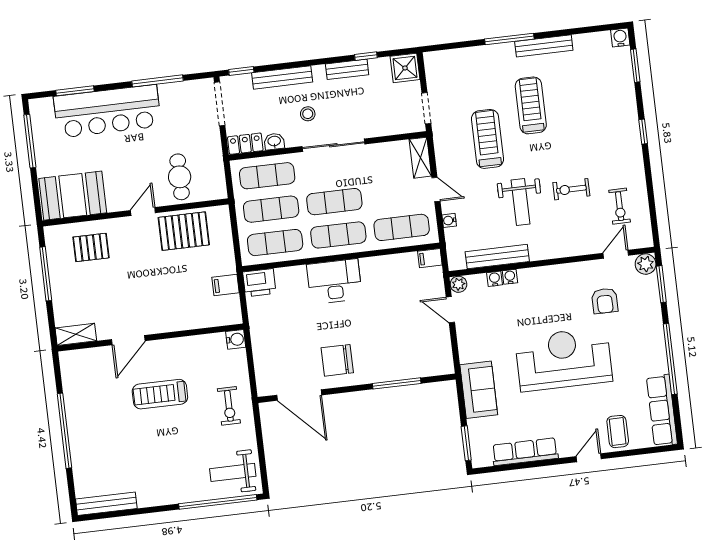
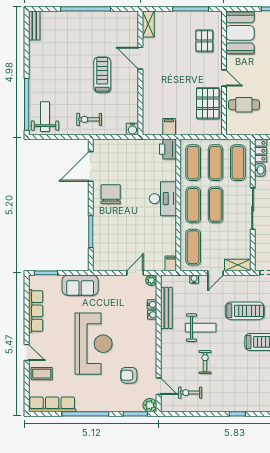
weight bench: (521, 202) -> (201, 328), turned 180
bench: (106, 504) -> (34, 26), width x0.73

